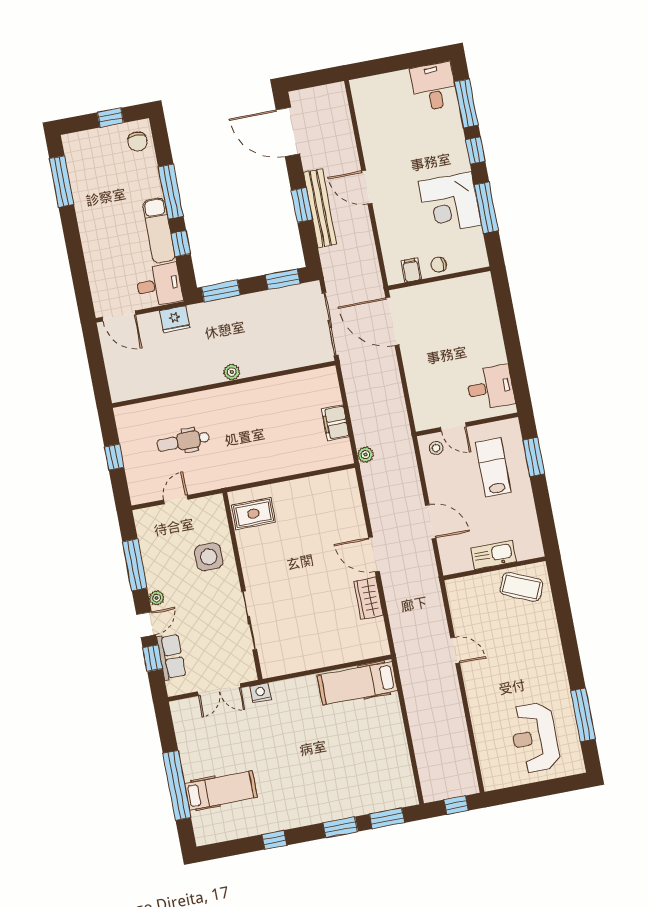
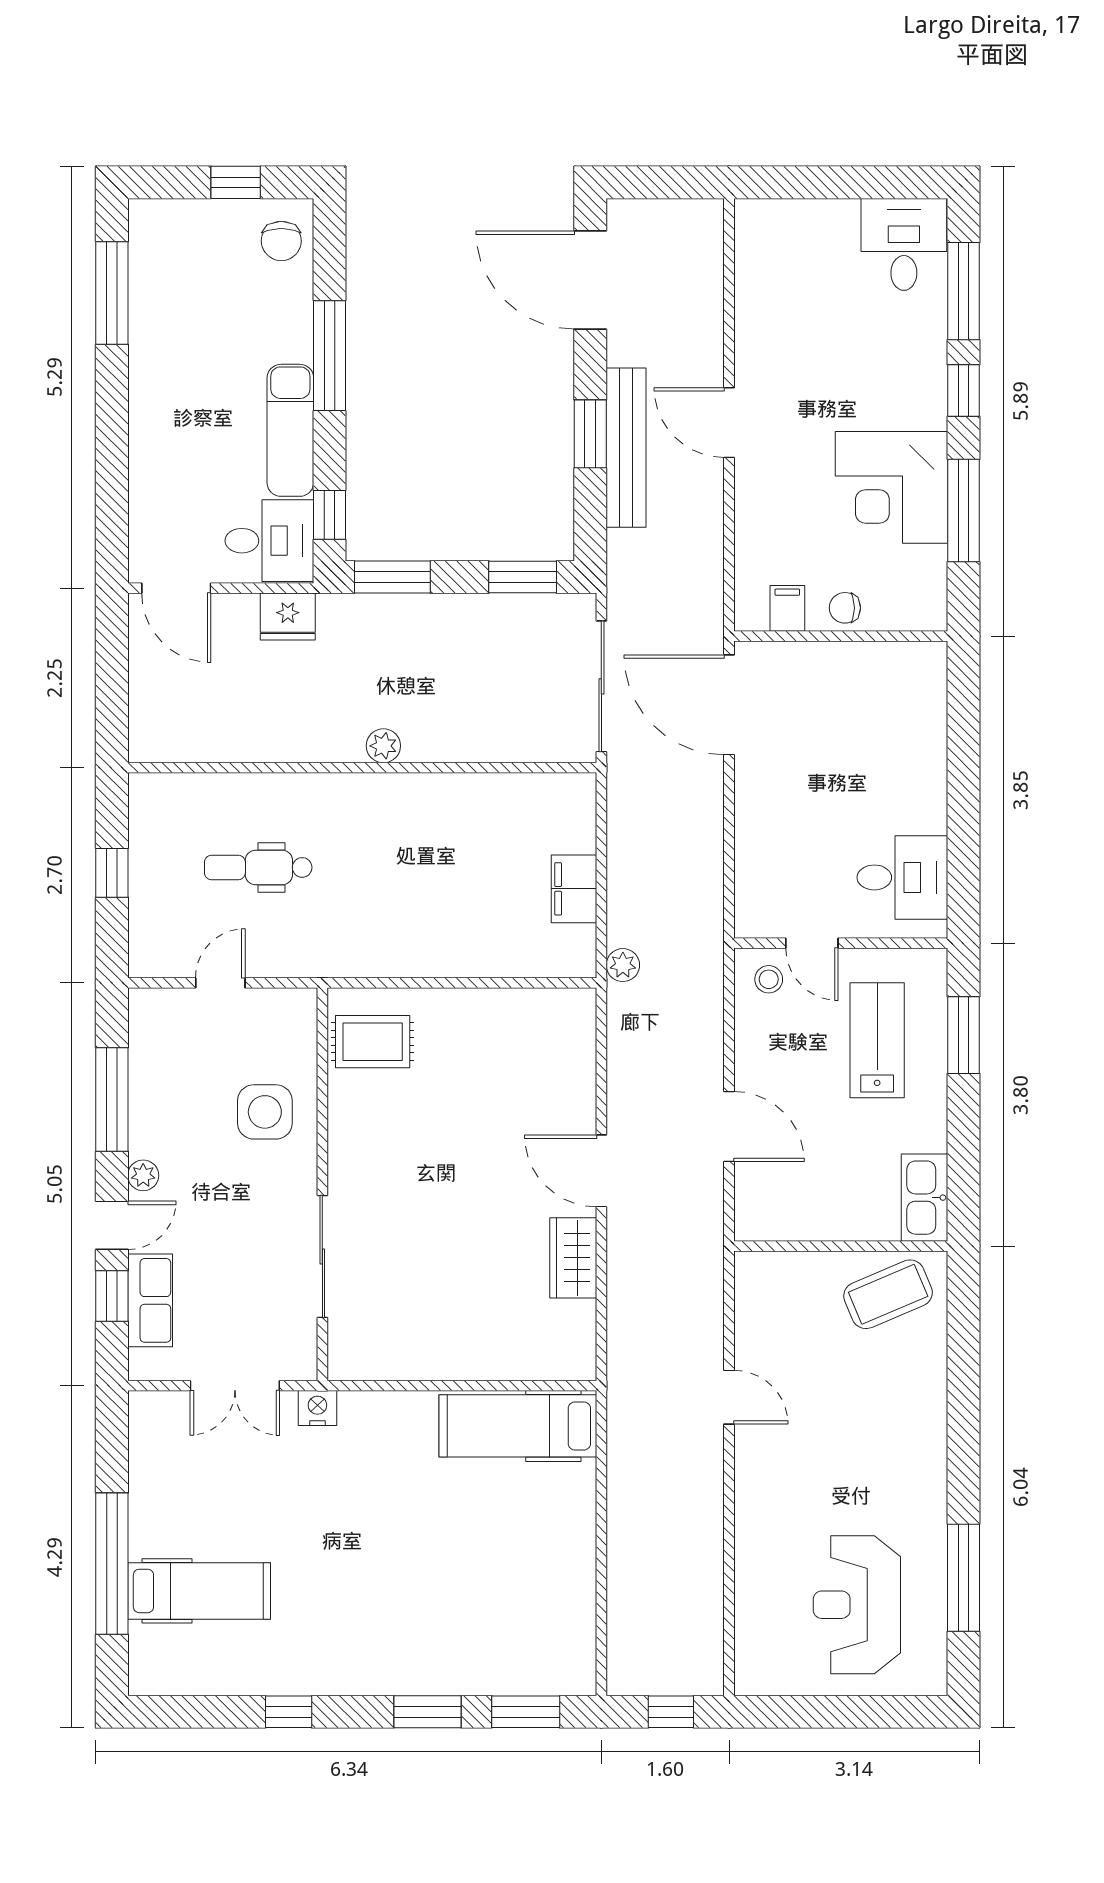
window: (181, 244) -> (330, 515), moved
kitchen sink: (493, 555) -> (924, 1198), moved, turned -90
coffee table: (521, 587) -> (888, 1294), turned -46

